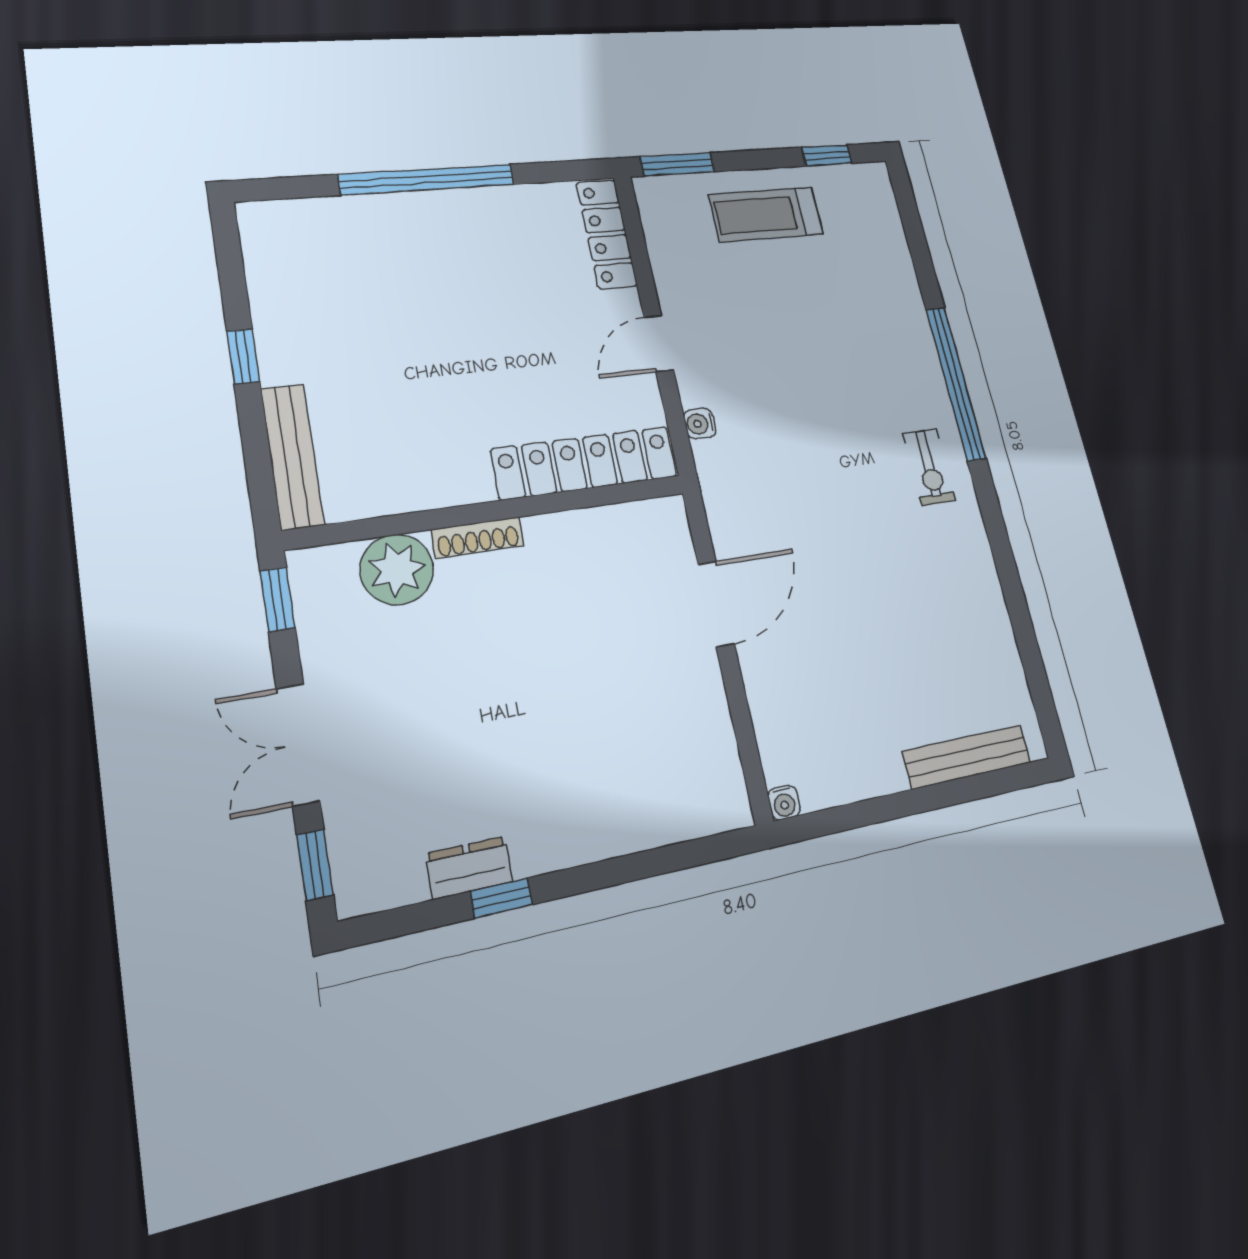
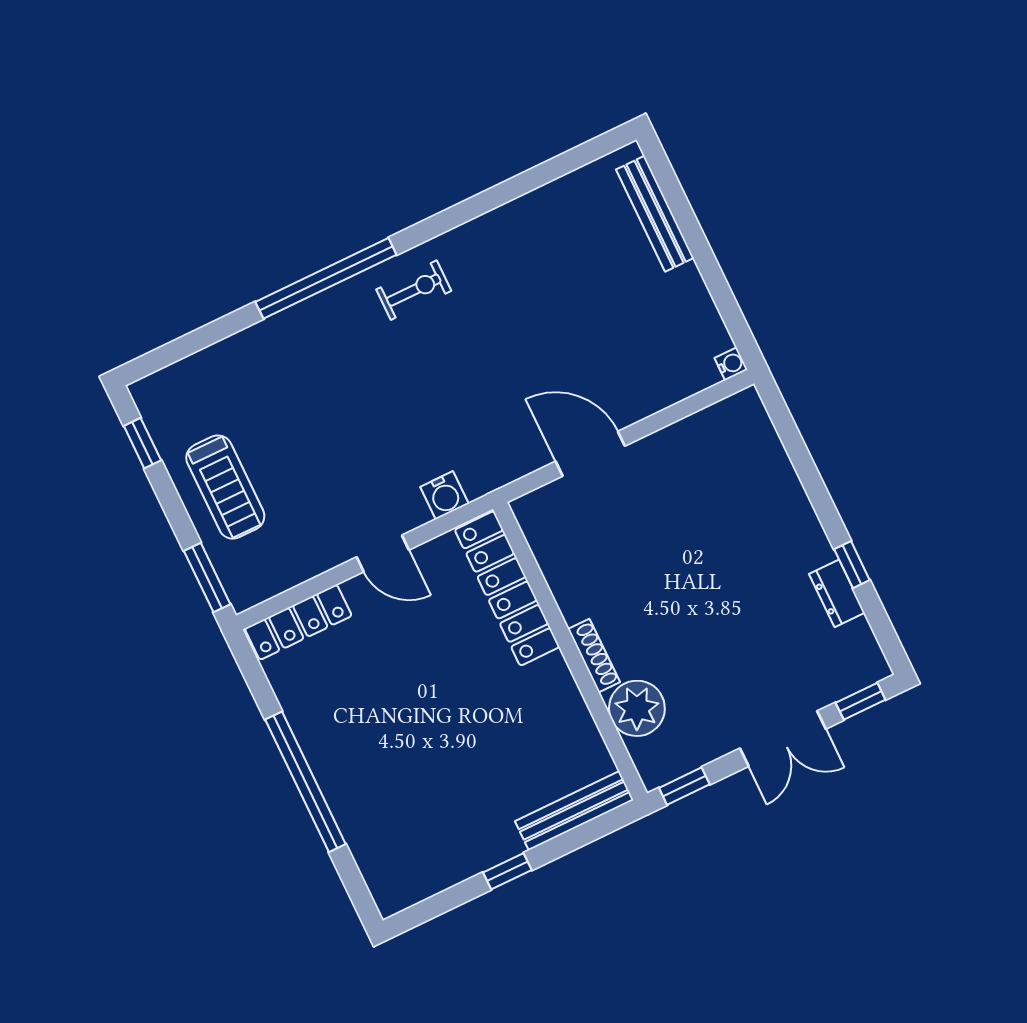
water cooler: (700, 424) -> (444, 495), width x1.38, depth x1.38

